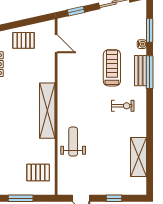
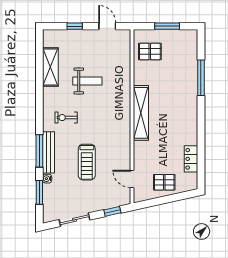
treadmill: (112, 68) -> (87, 162), moved
bench: (140, 71) -> (49, 152), width x1.36
weight bench: (73, 142) -> (87, 81), moved, turned -90

